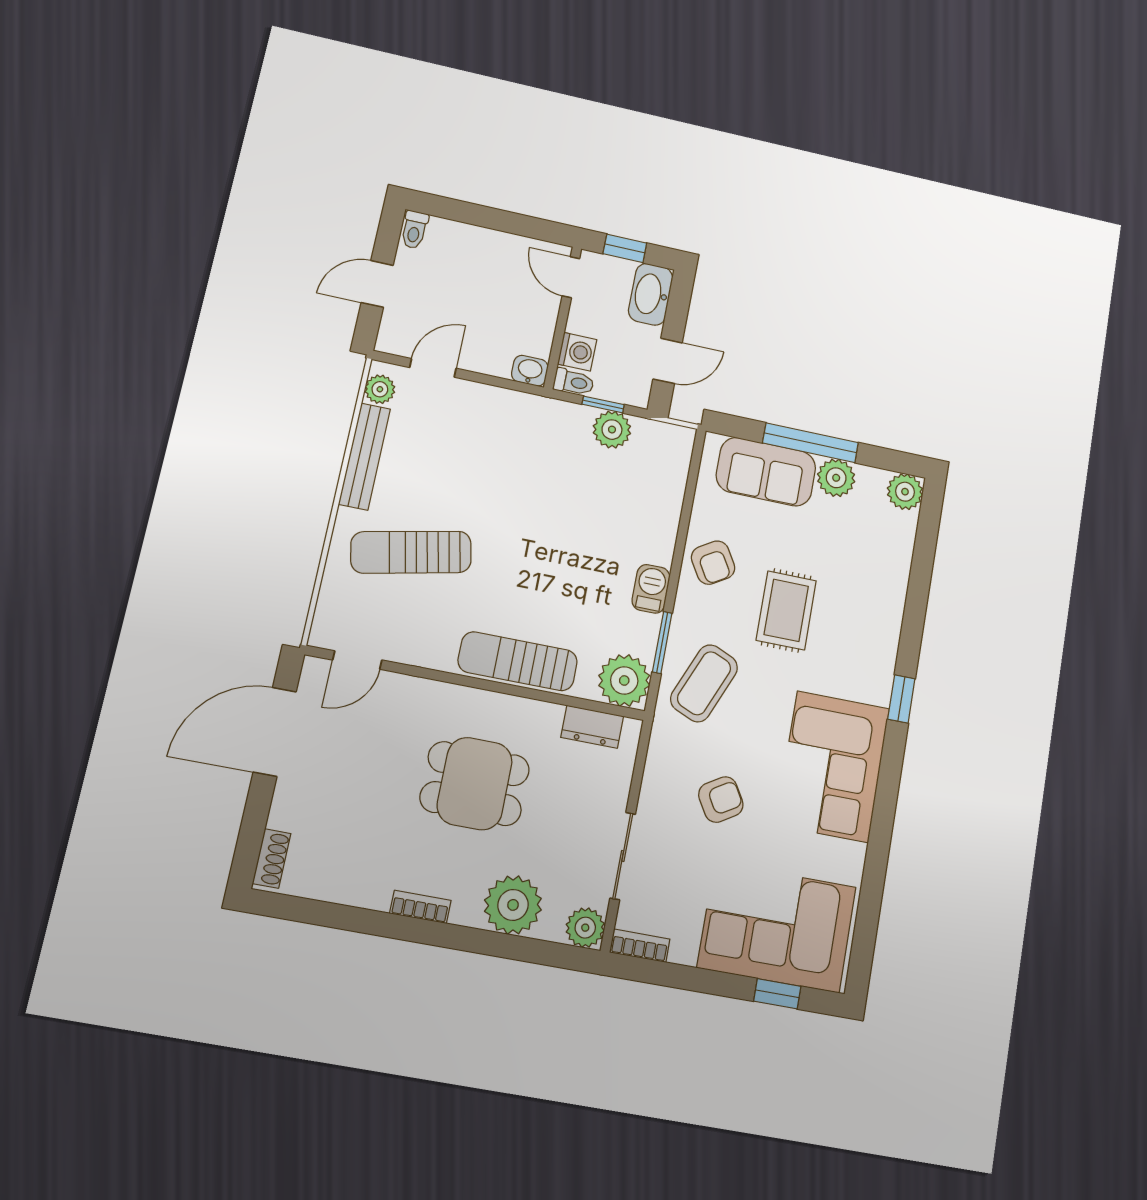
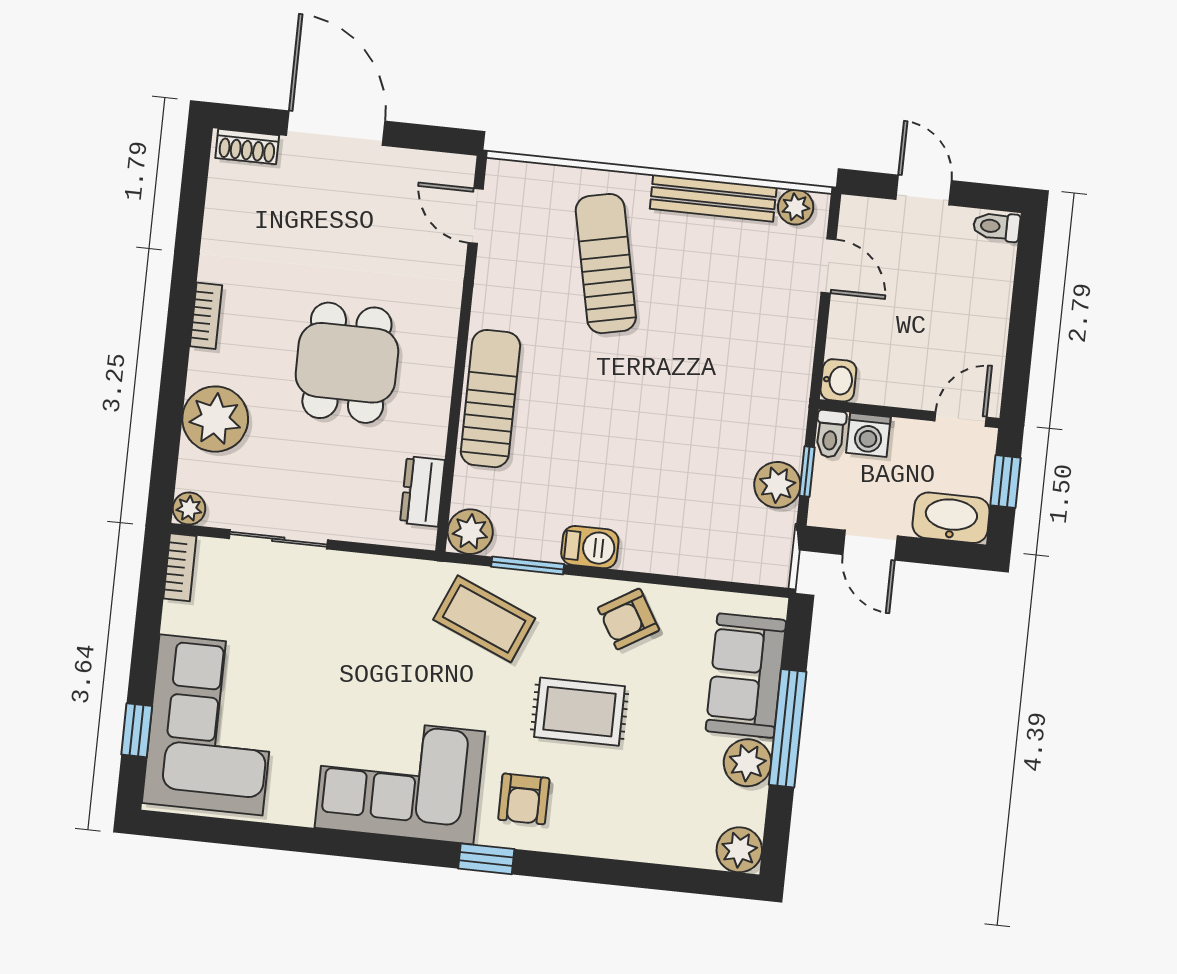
plant: (624, 680) -> (470, 532), width x0.73, depth x0.73
door: (275, 732) -> (336, 128), moved
armchair: (721, 800) -> (524, 799), moved, turned 31
plant: (585, 928) -> (189, 509), width x0.73, depth x0.73

